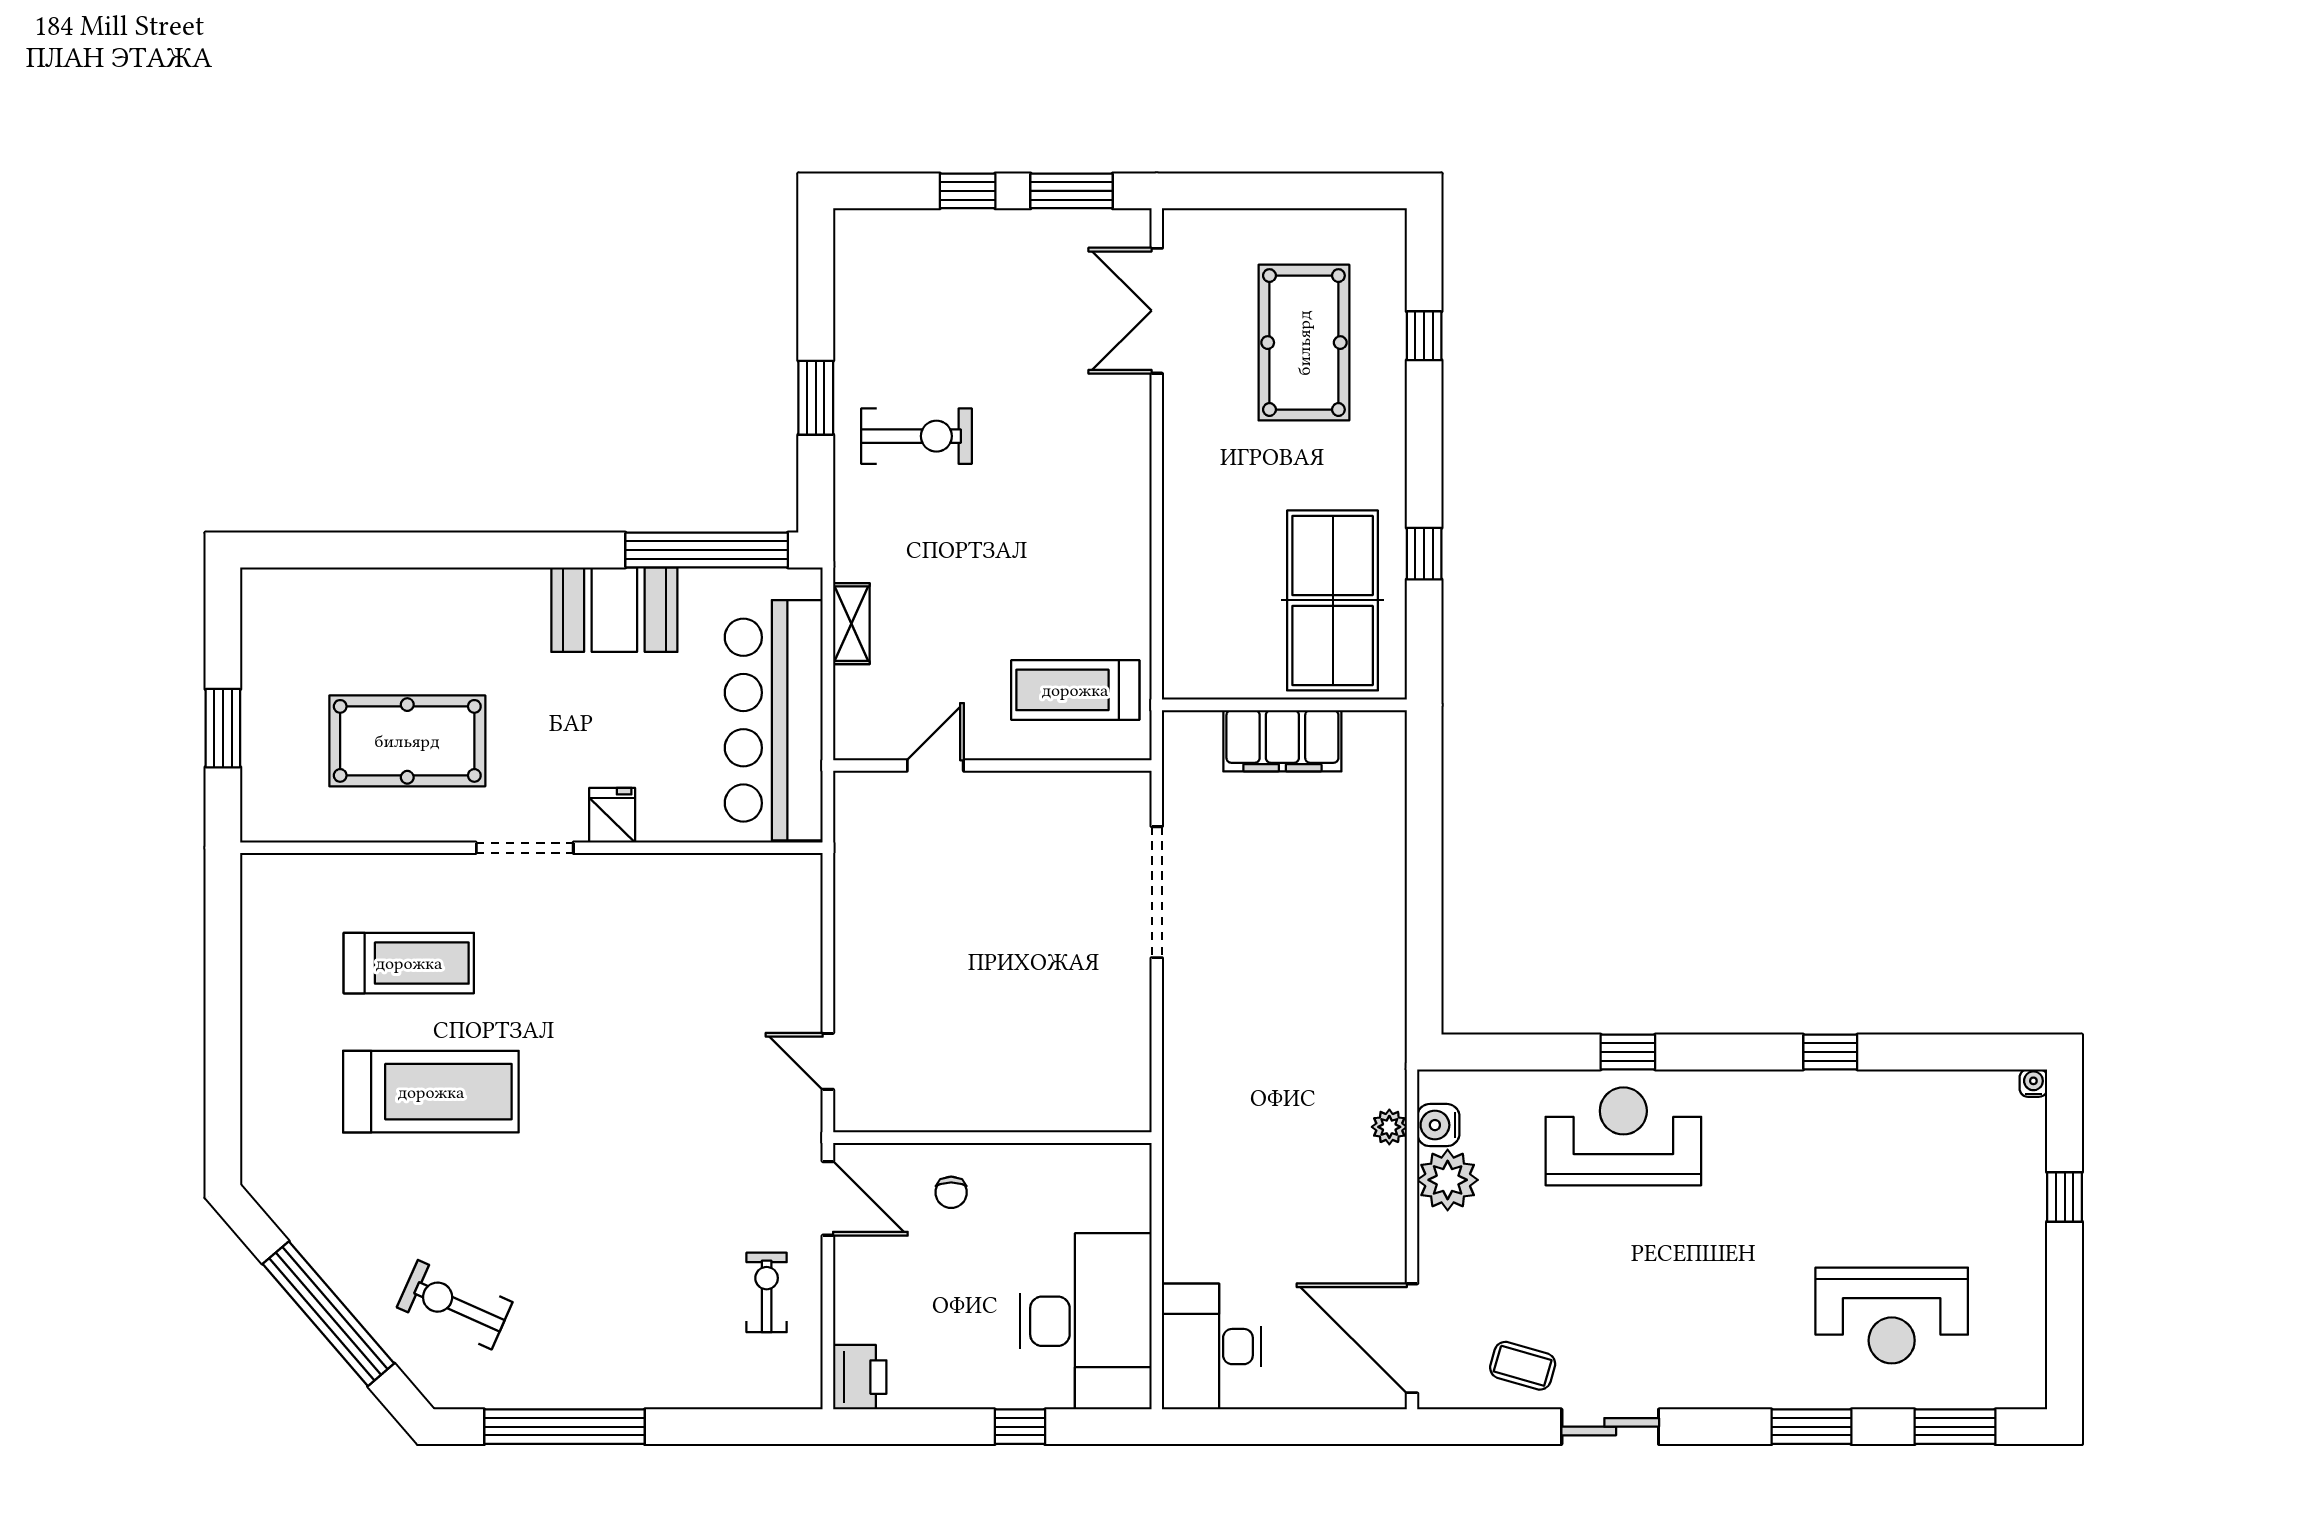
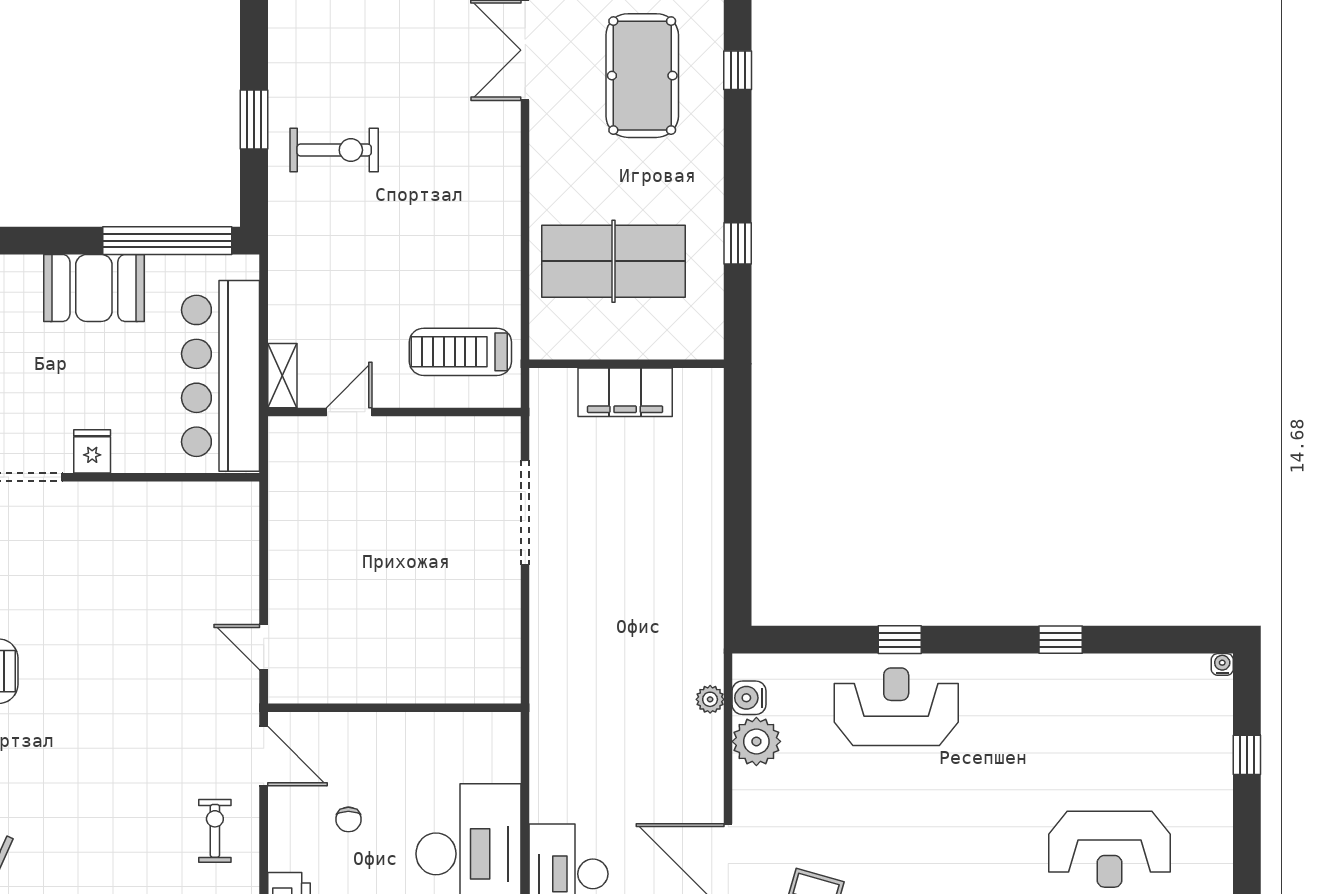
table tennis table: (1333, 600) -> (613, 261), moved, turned 90
shelving: (851, 624) -> (282, 376), moved
chair: (951, 1192) -> (348, 819), moved

